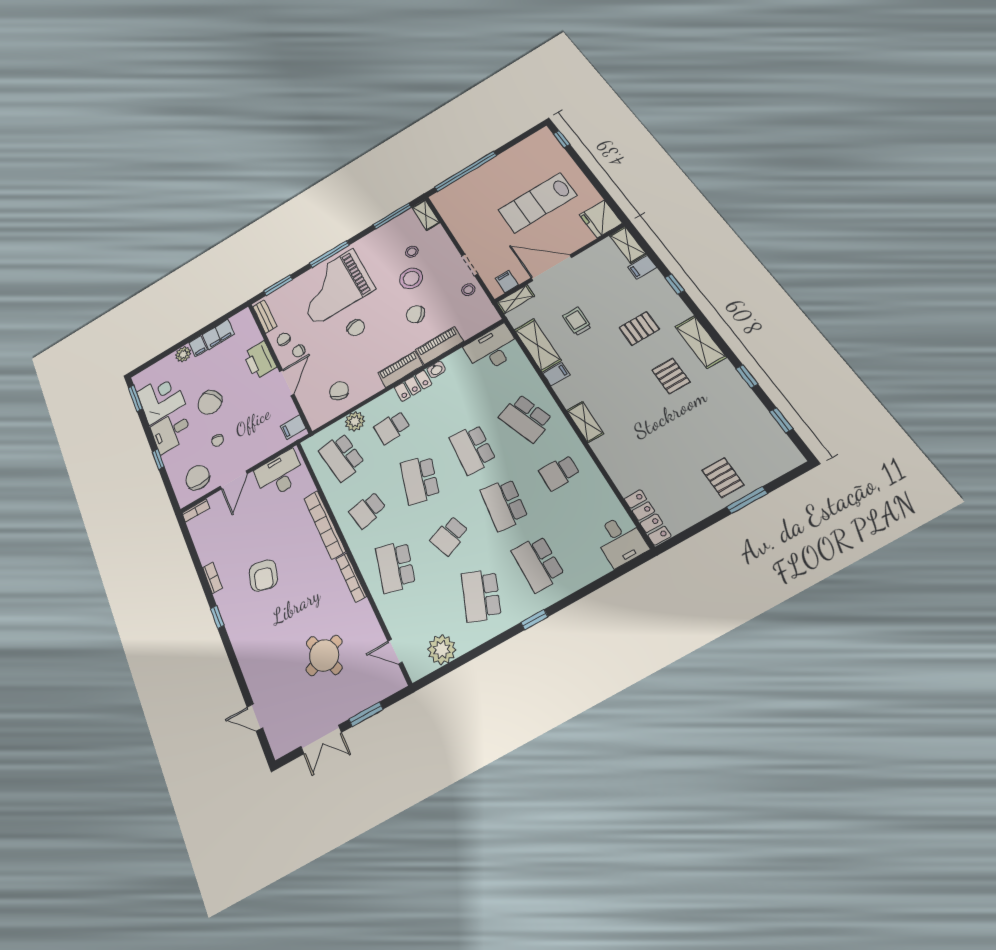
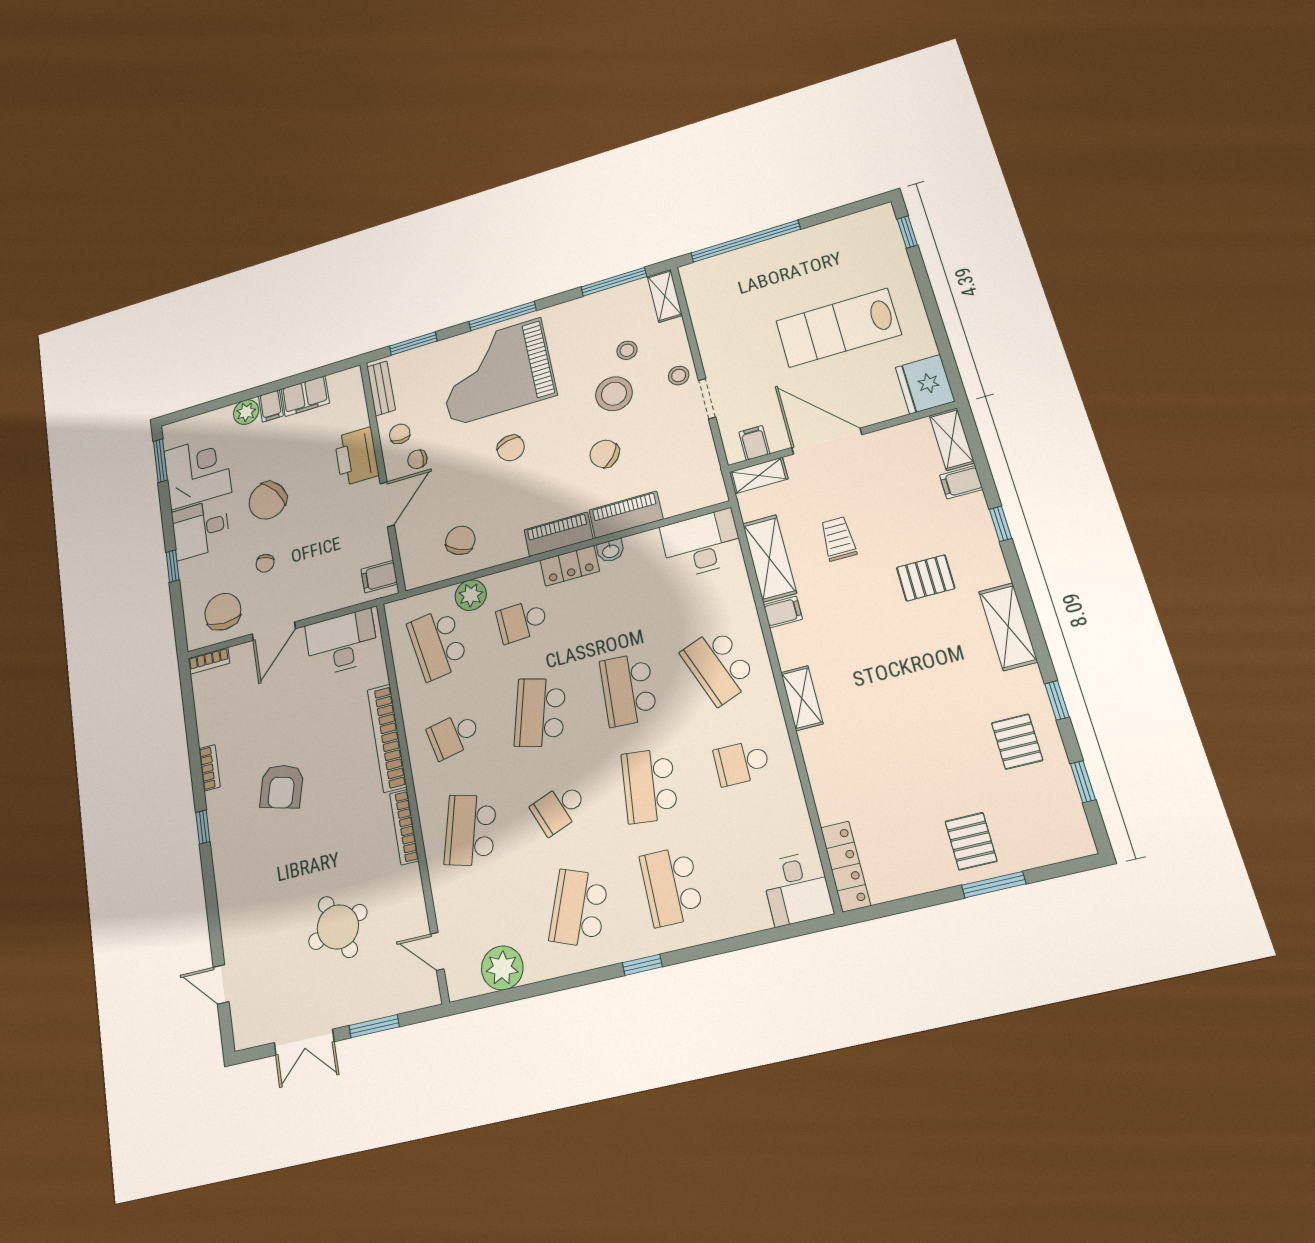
stool: (468, 290) -> (679, 376), moved
pallet: (671, 376) -> (1017, 742), moved

